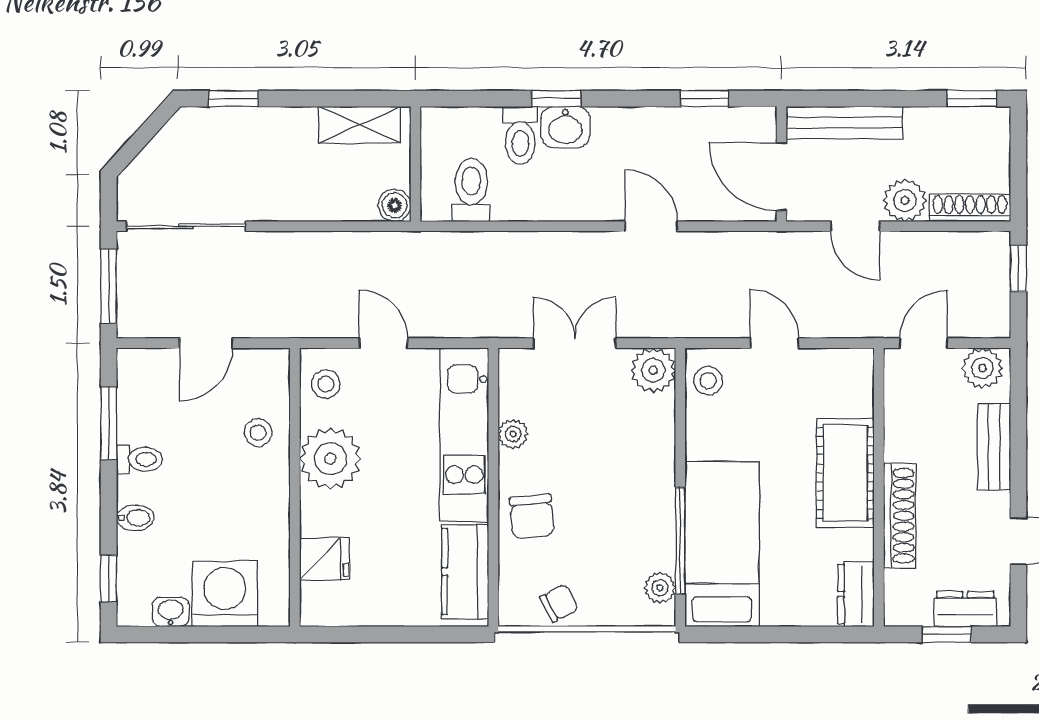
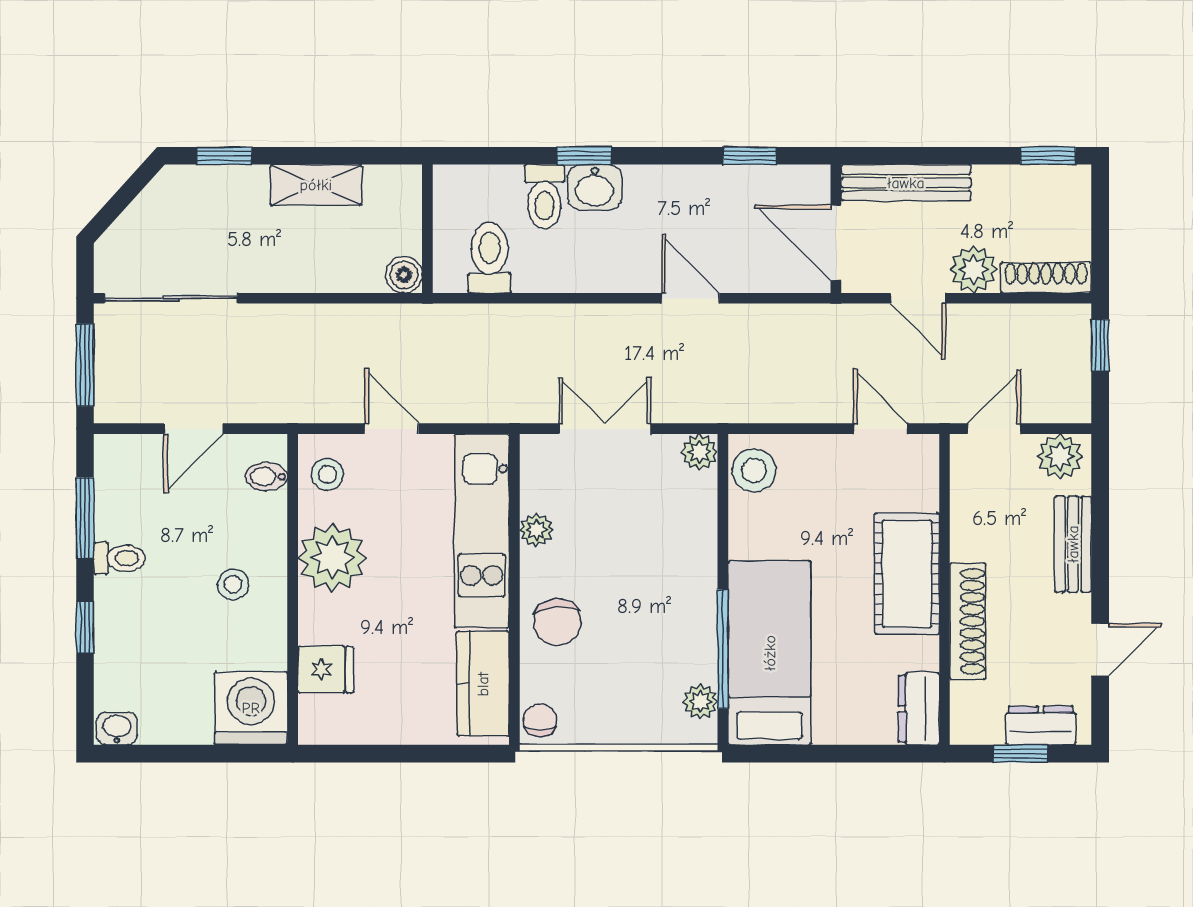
shelving: (360, 125) -> (316, 185), moved
door: (775, 343) -> (881, 429), moved
plant: (653, 370) -> (699, 452), width x0.73, depth x0.73
stool: (708, 381) -> (754, 471), width x1.37, depth x1.37
stool: (258, 433) -> (233, 584), moved
bidet: (135, 518) -> (267, 477), moved, turned 180
window: (109, 579) -> (85, 627), moved
washing machine: (225, 594) -> (251, 708), moved
chair: (559, 603) -> (540, 720), moved, turned -63
washbasin: (171, 612) -> (117, 728), moved

